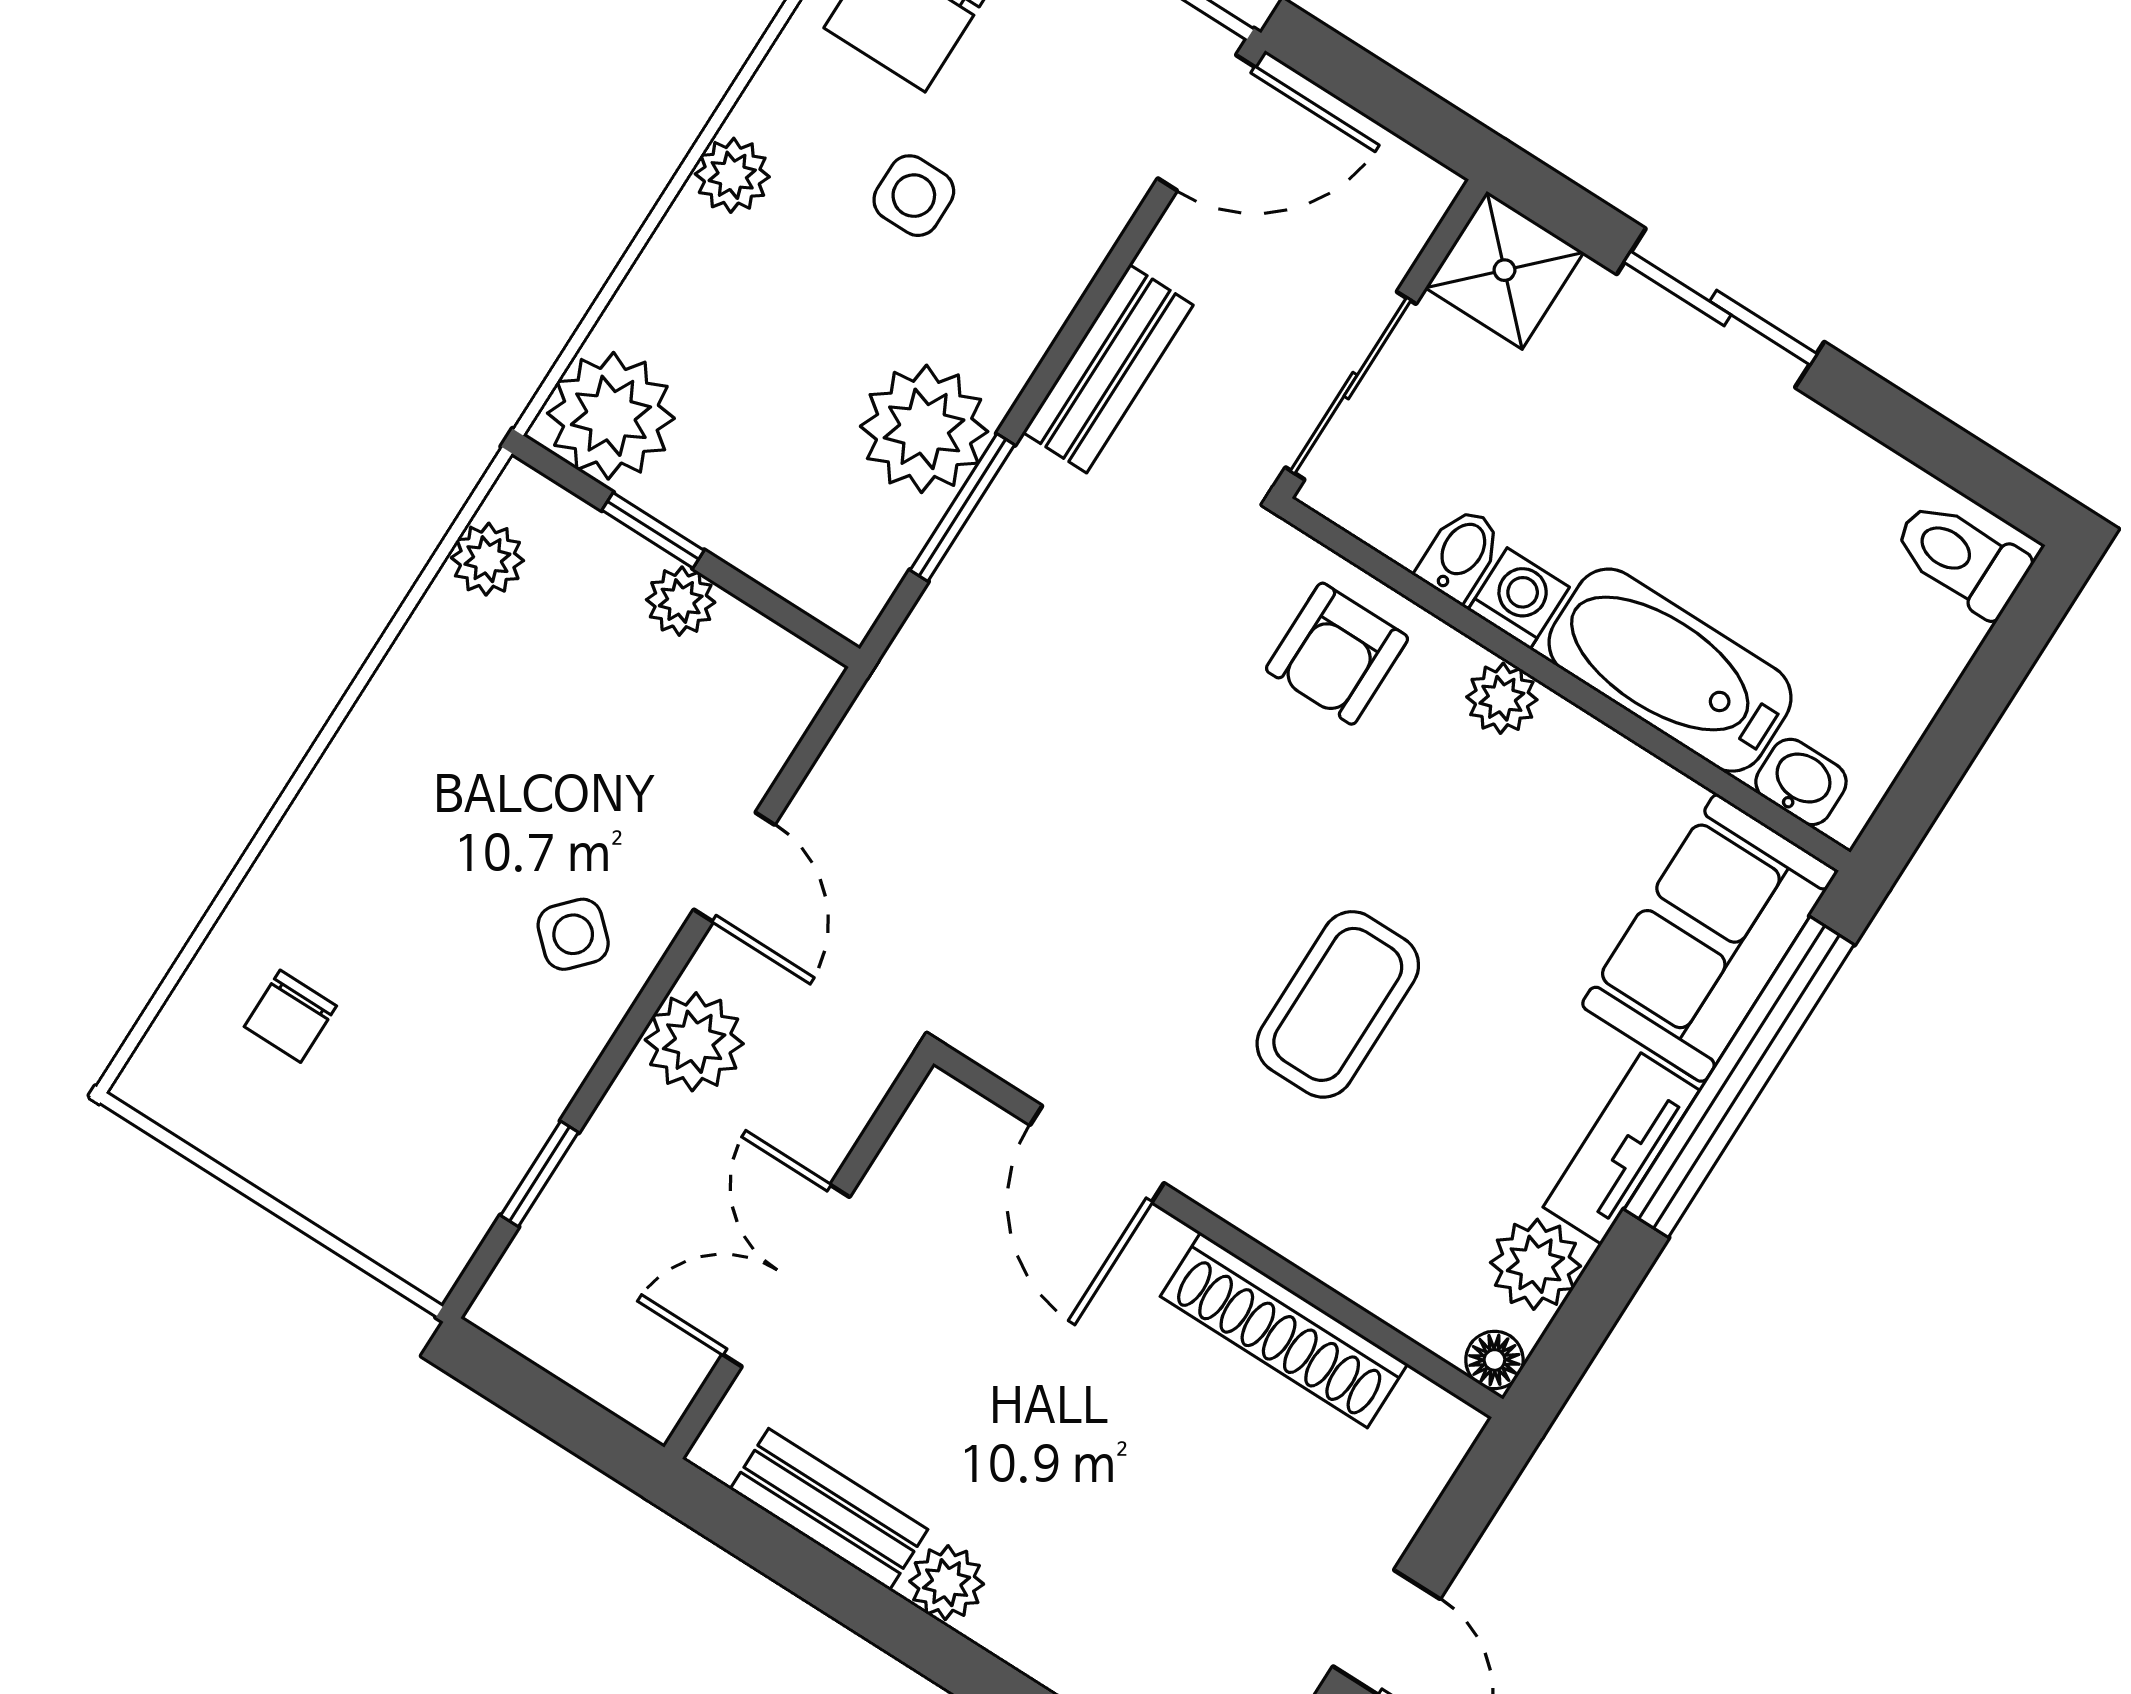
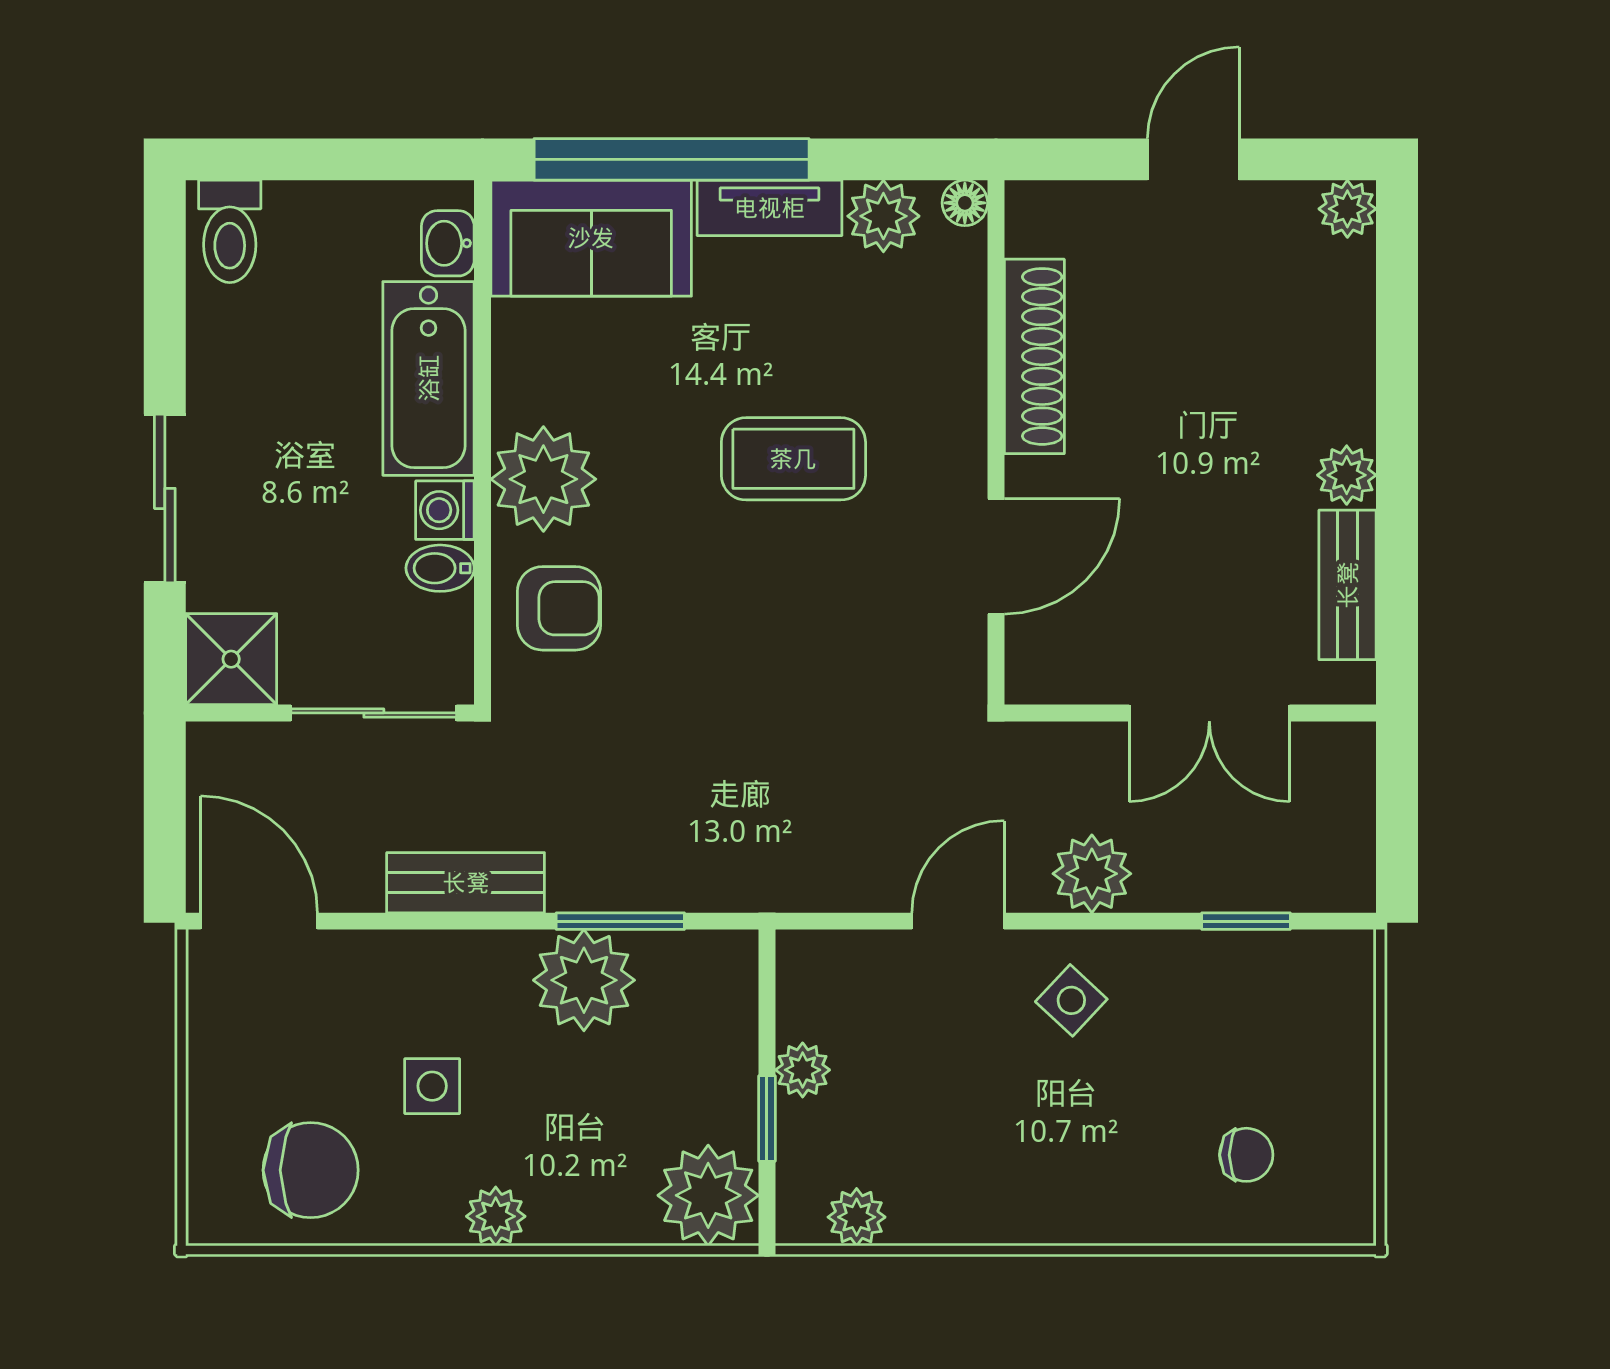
plant: (1502, 698) -> (543, 479), width x1.87, depth x1.87

